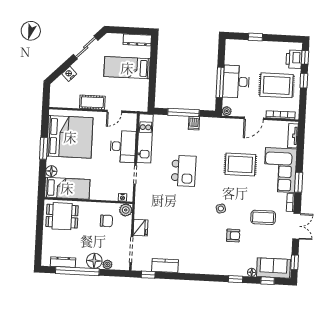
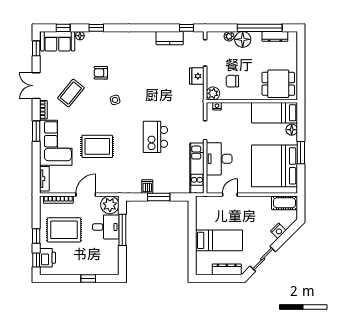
dresser: (137, 40) -> (227, 269), moved
desk: (236, 82) -> (106, 227), width x0.73
cot: (92, 102) -> (285, 203), moved
plant: (227, 111) -> (110, 205), width x1.88, depth x1.88
window: (183, 112) -> (159, 197), width x0.69
coffee table: (263, 217) -> (71, 93), turned -51

